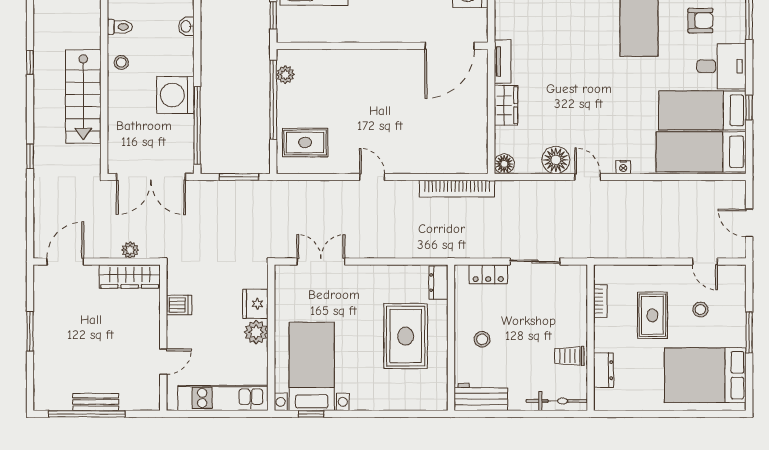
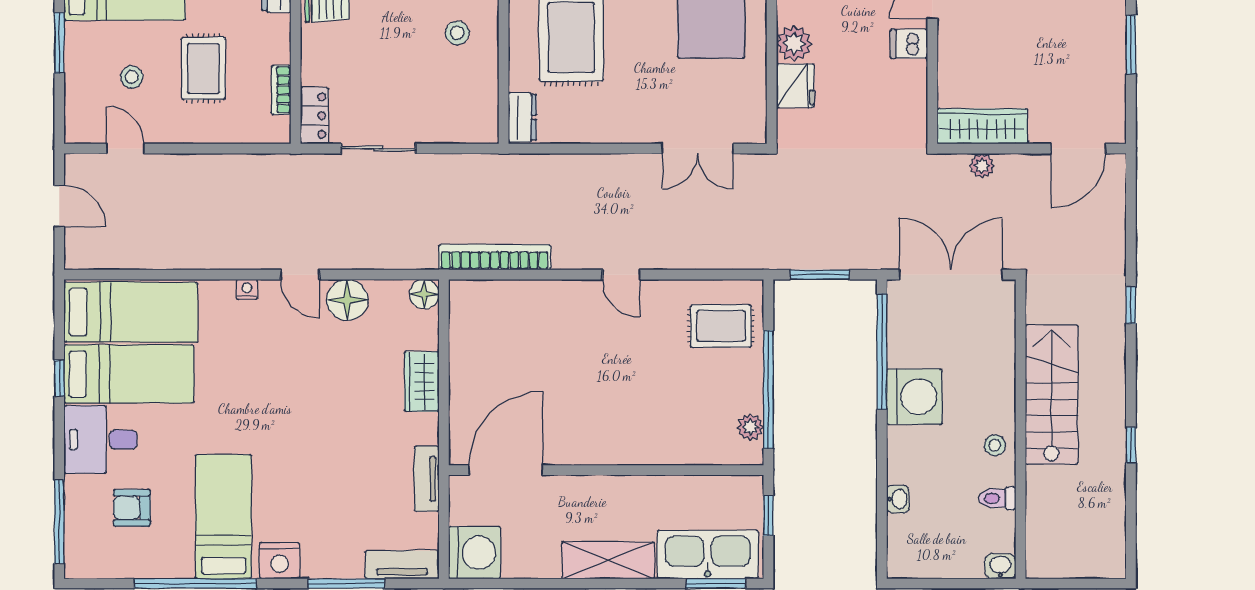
tv unit: (503, 62) -> (427, 479), moved
locker: (488, 274) -> (315, 116), moved, turned 90
dishwasher: (179, 305) -> (909, 44), moved

